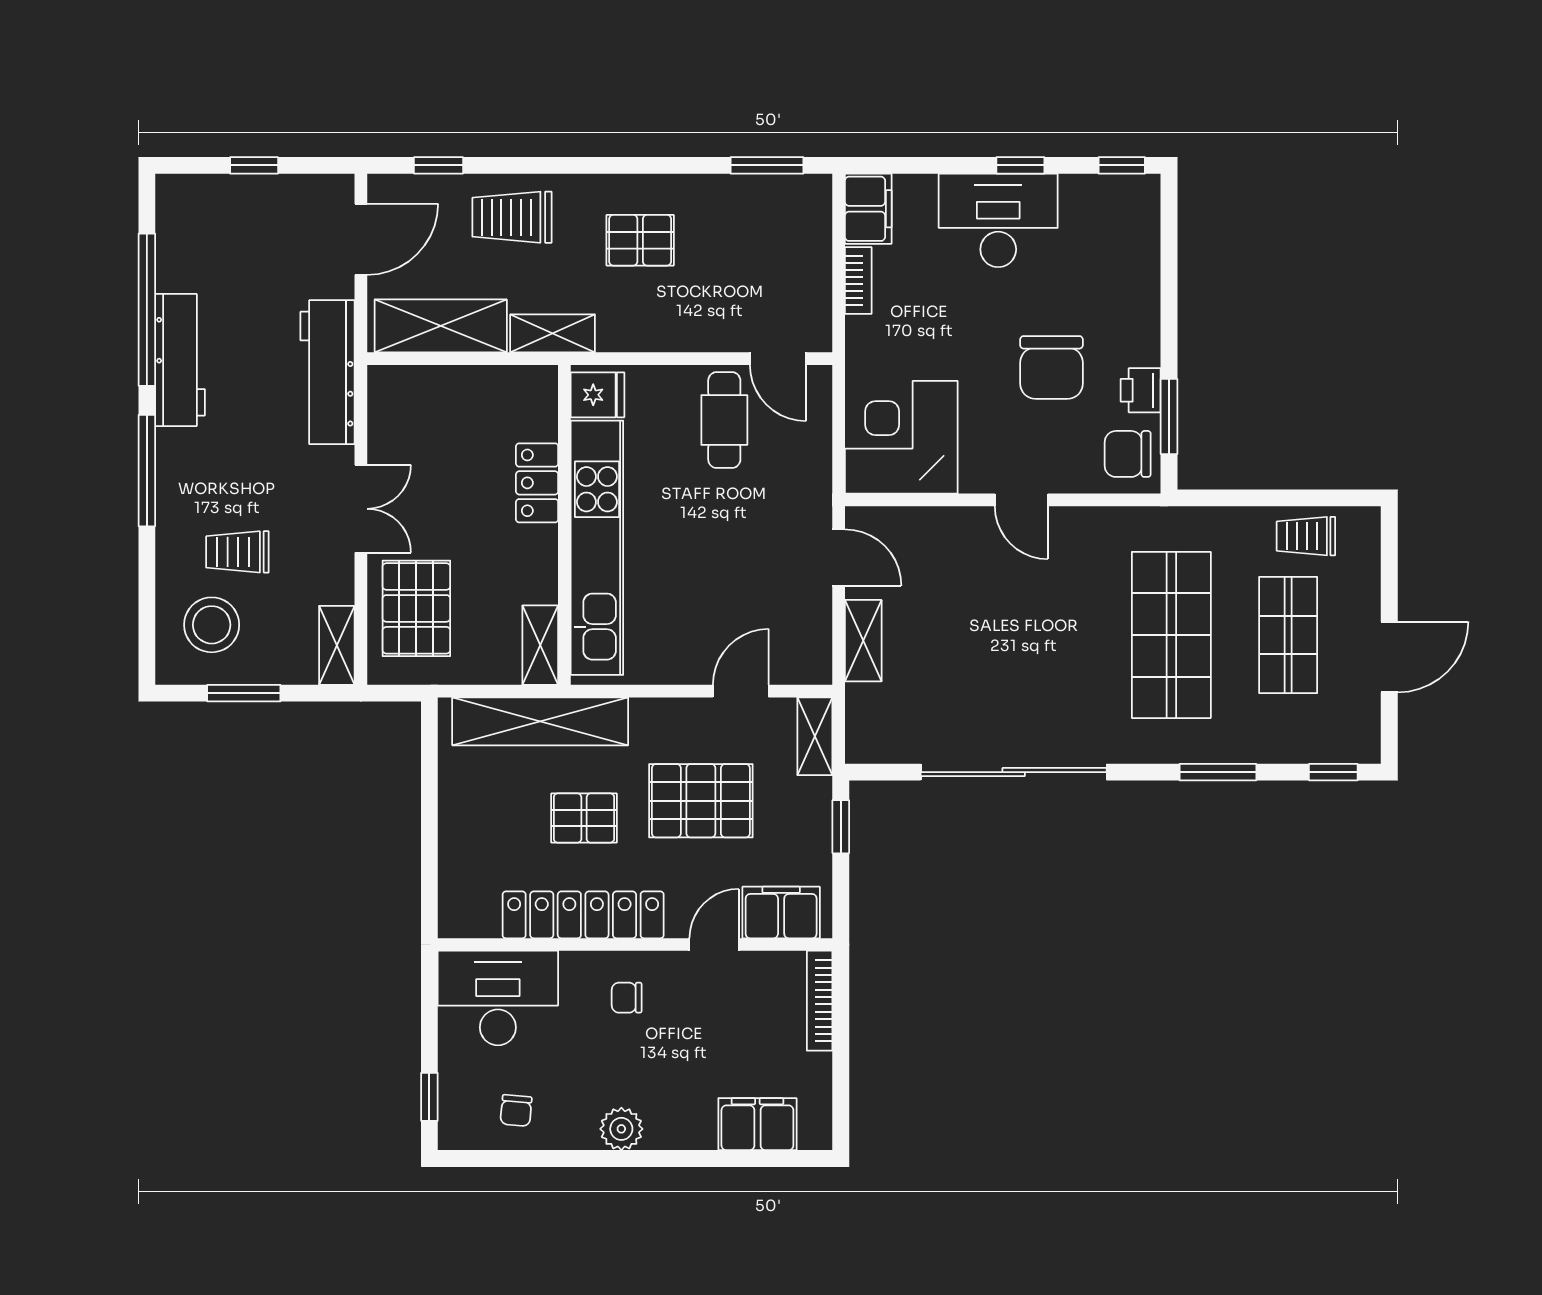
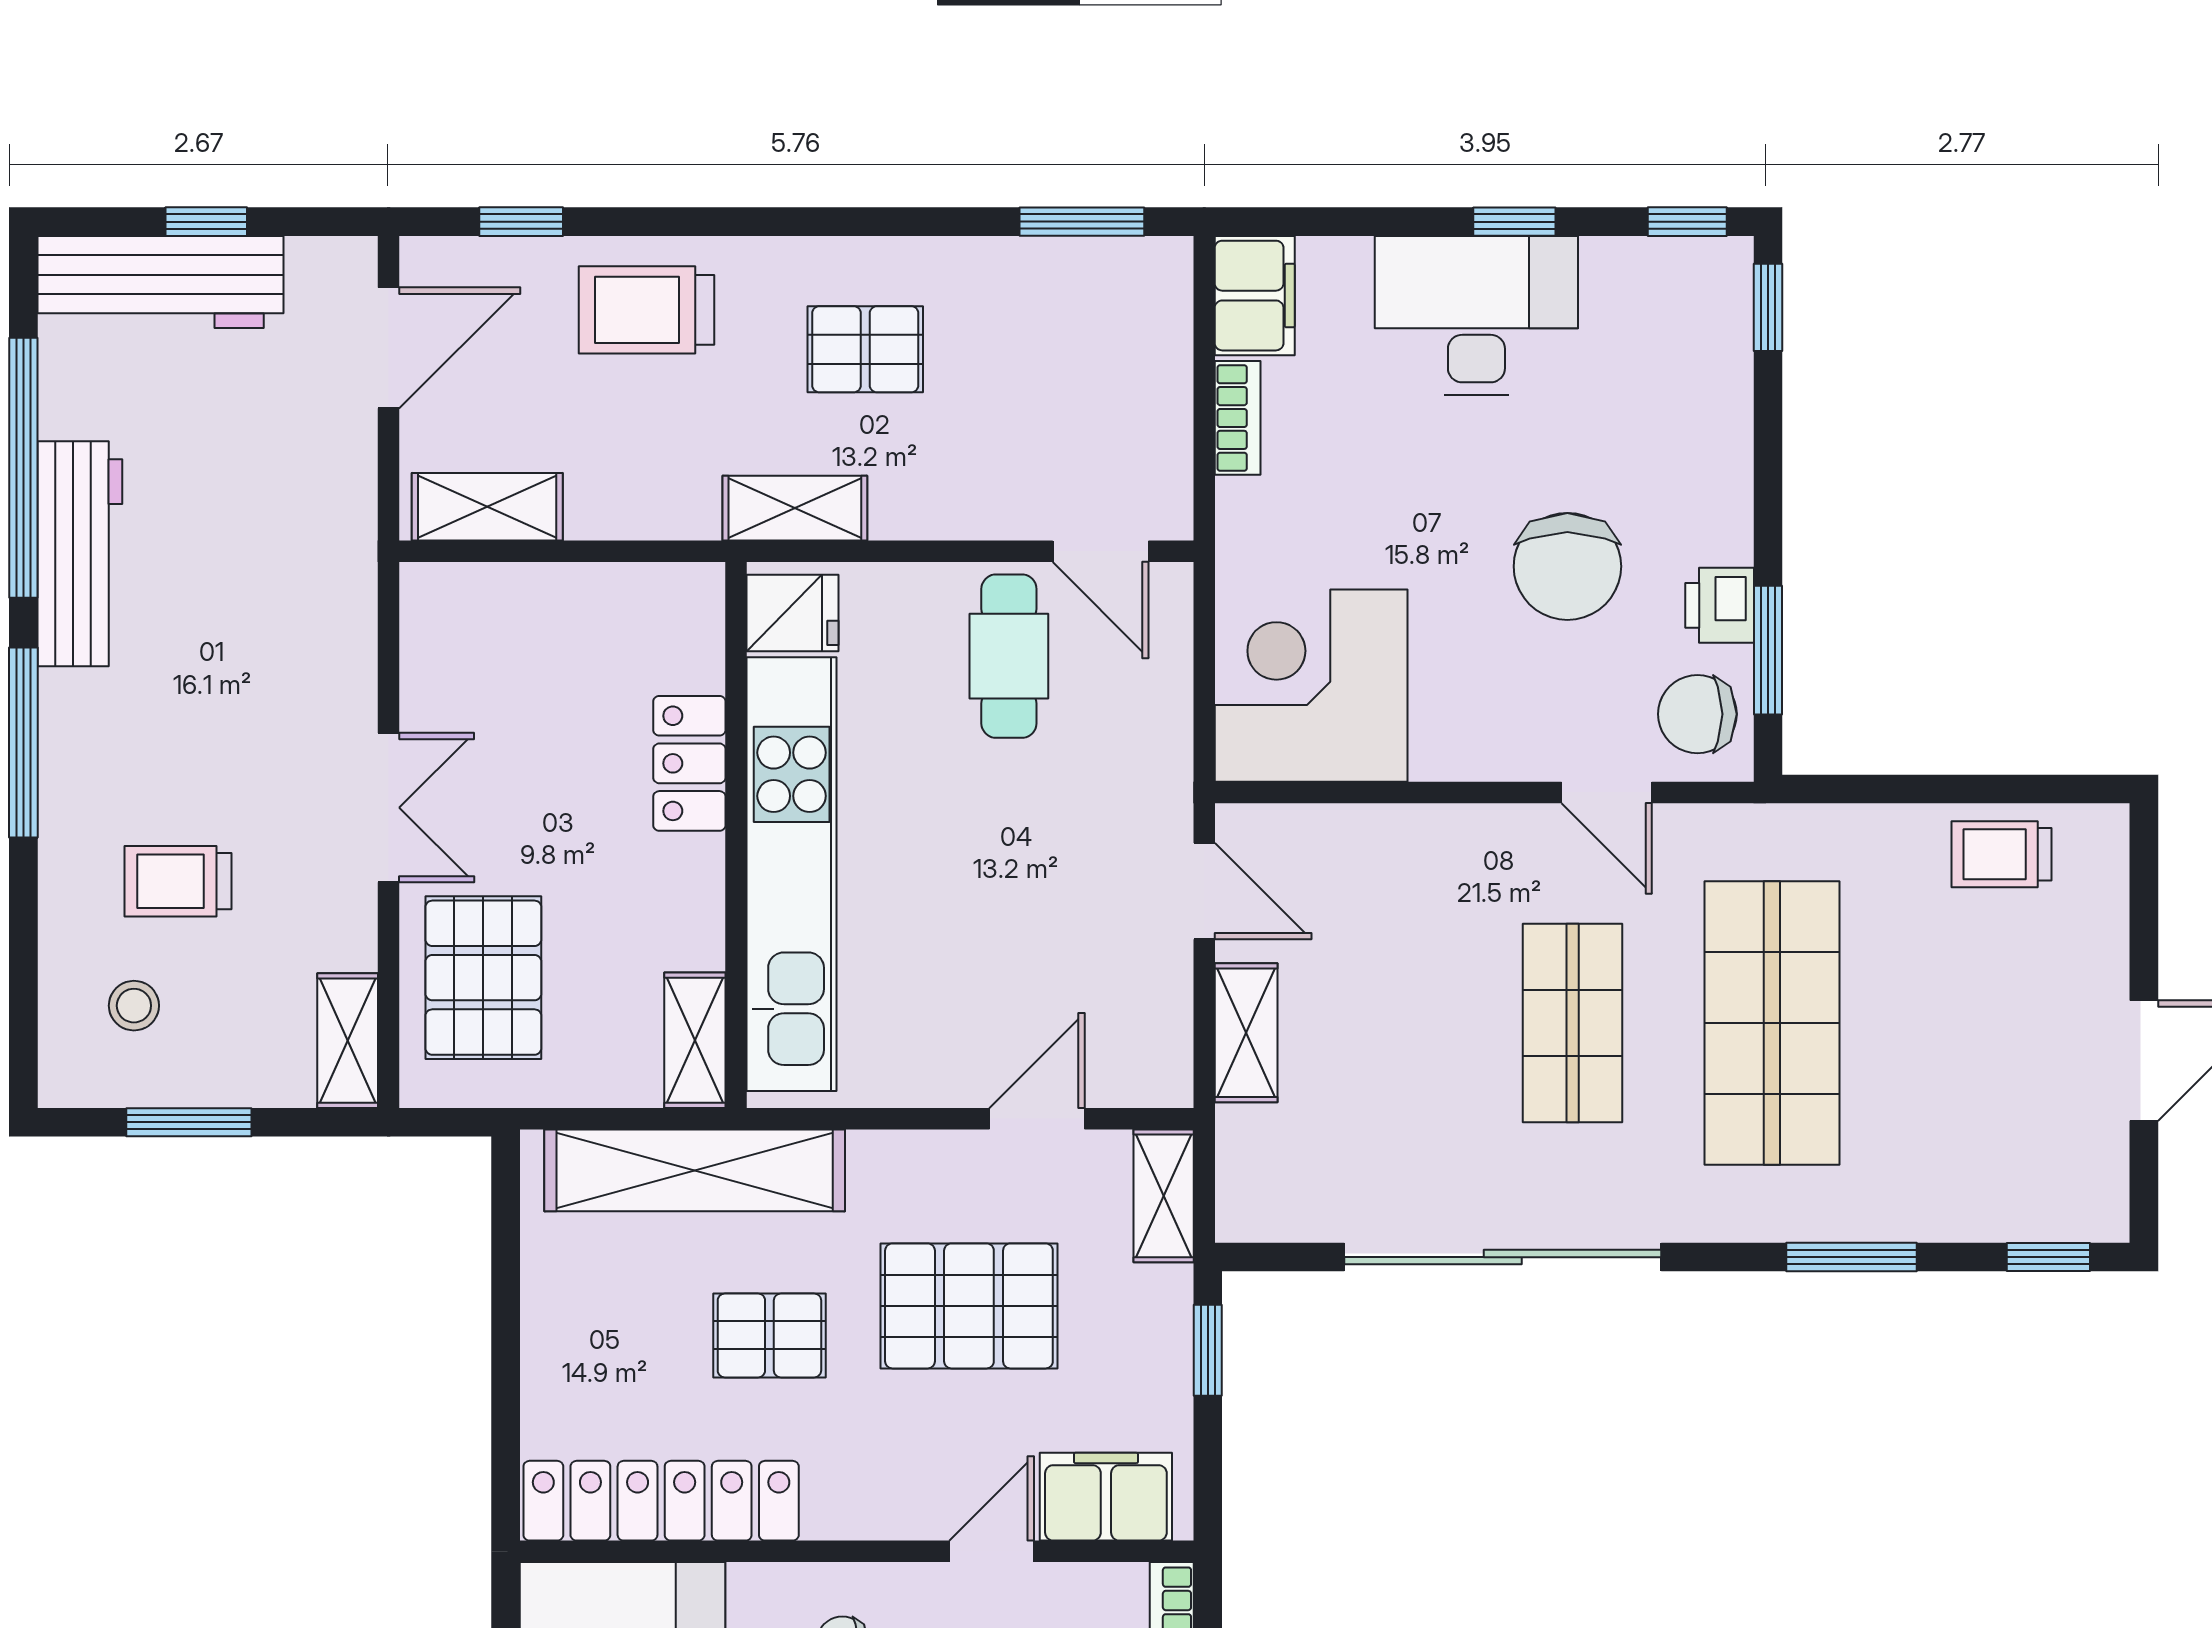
window: (1169, 216) -> (1768, 307), added
shelving: (441, 326) -> (487, 507), width x0.67, depth x0.75
shelving: (553, 333) -> (795, 508), moved
workbench: (328, 372) -> (160, 282), moved, turned -90
door: (1021, 500) -> (1607, 792), moved
stool: (212, 625) -> (134, 1006), width x0.53, depth x0.53
shop shelf: (1288, 635) -> (1573, 1023), moved
locker: (583, 915) -> (661, 1501), moved

